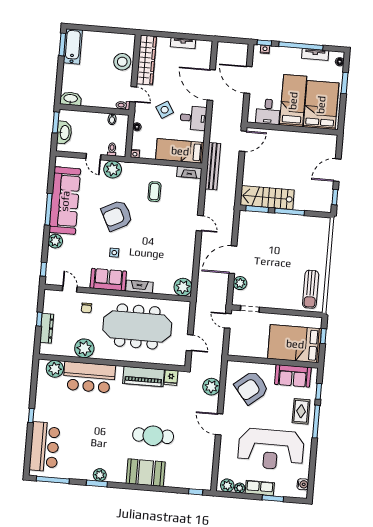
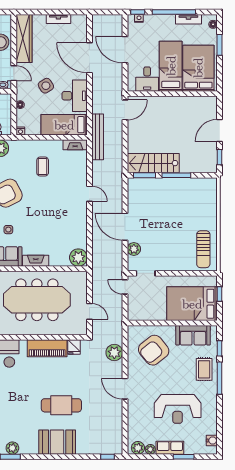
desk: (193, 118) -> (75, 96), width x1.37
door: (233, 260) -> (125, 227), hinge flipped
reception desk: (271, 449) -> (178, 409), width x0.74, depth x0.77

